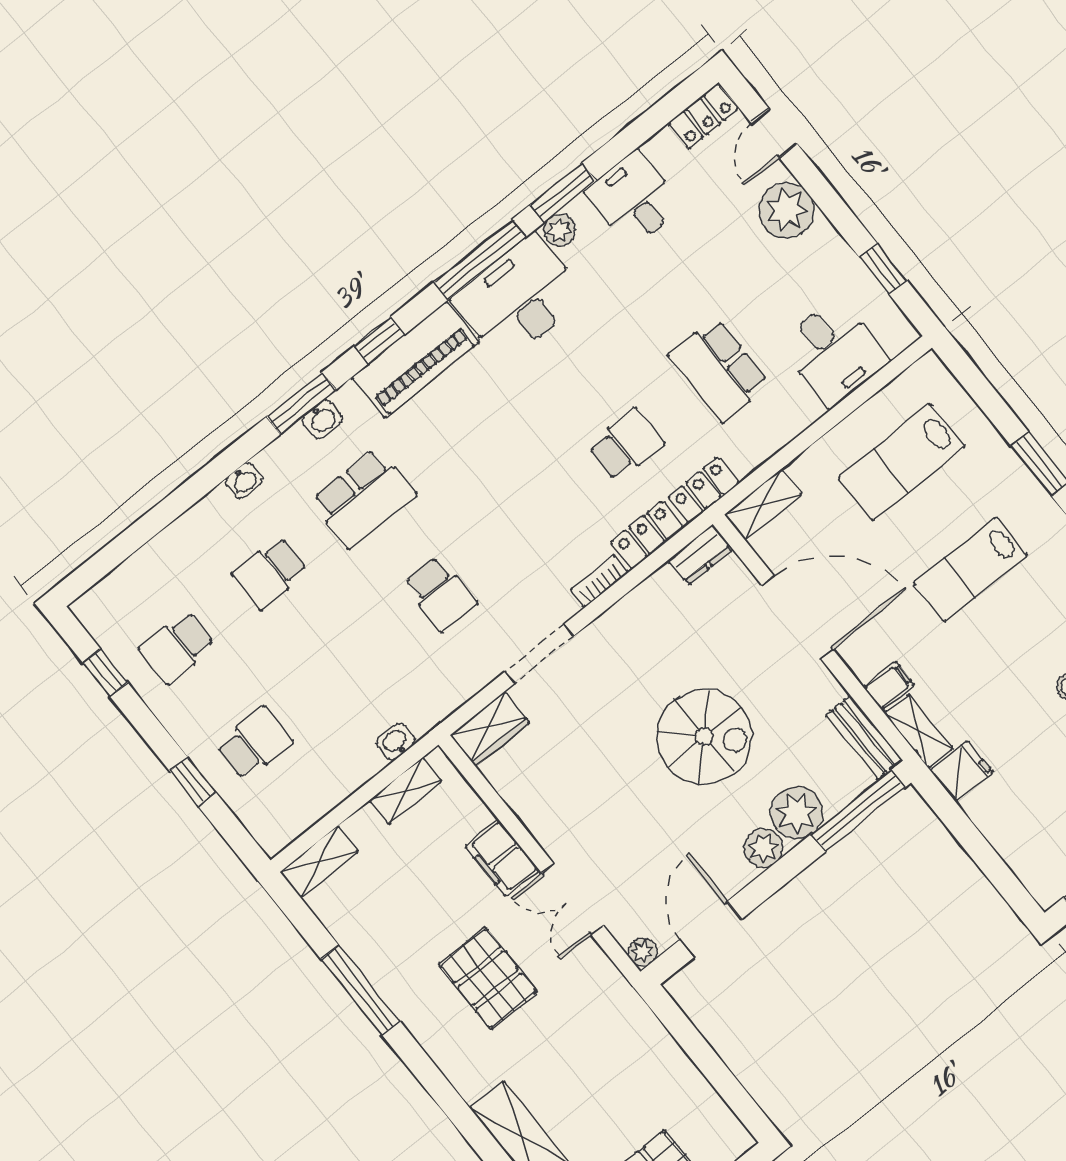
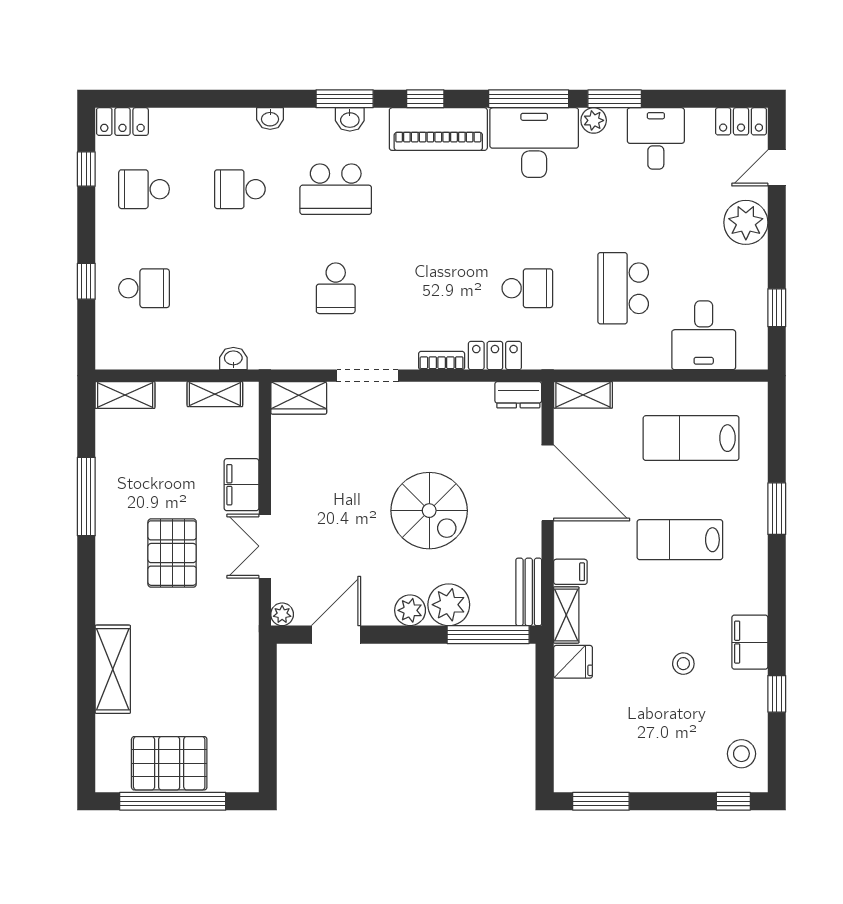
locker: (703, 490) -> (122, 122), moved, turned 180

